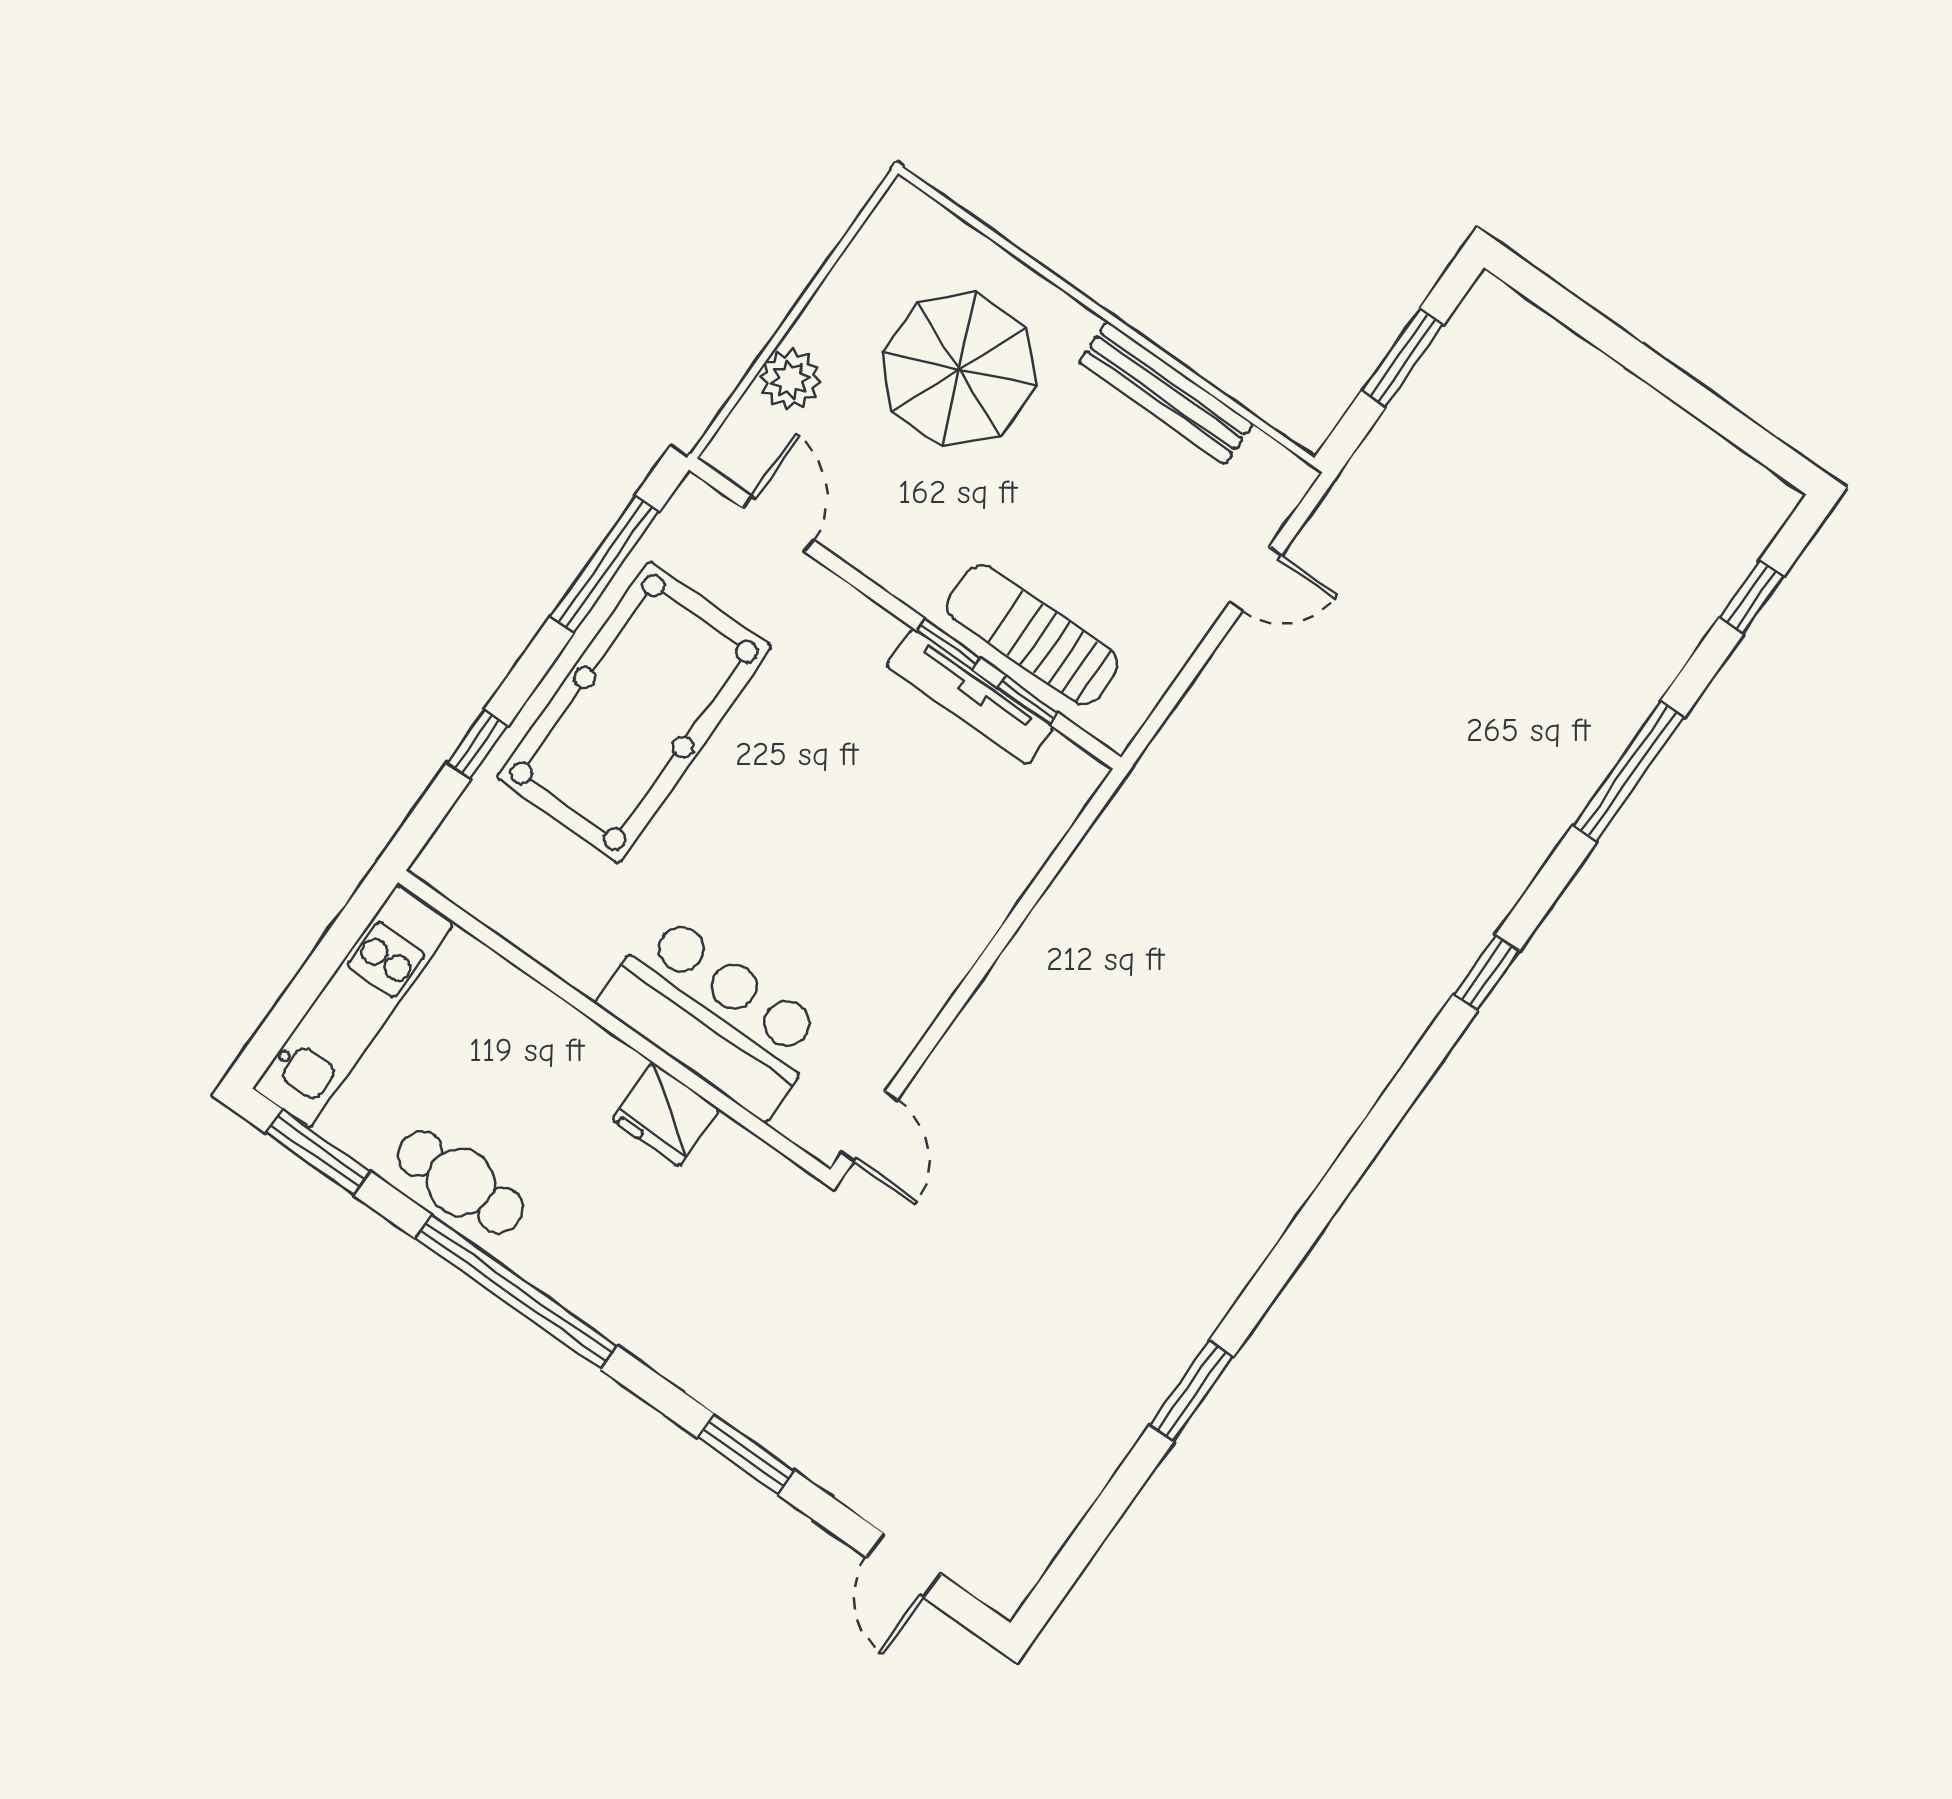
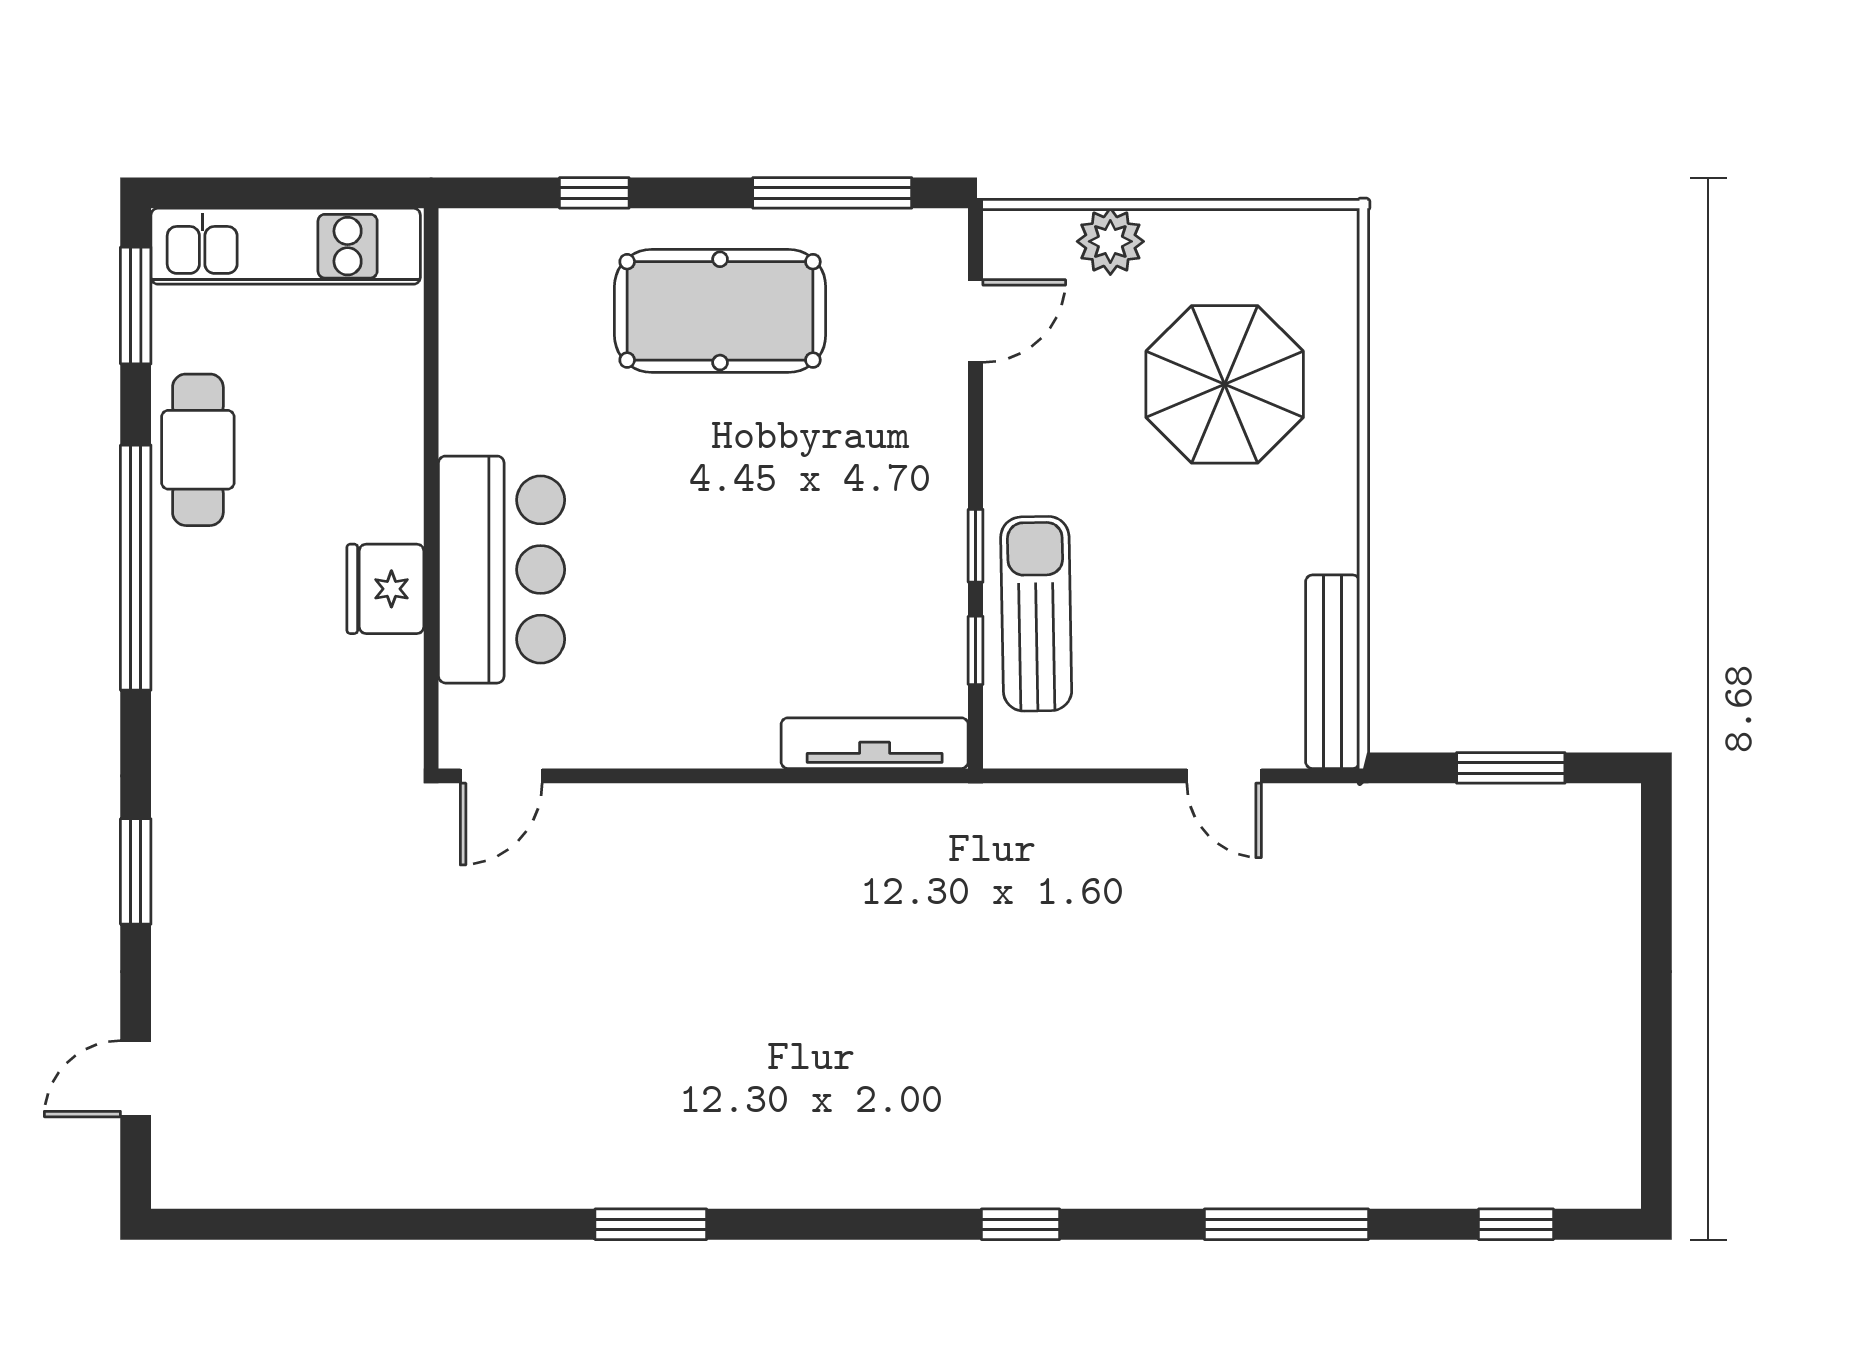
bench: (1166, 393) -> (1333, 672), moved
tv unit: (970, 696) -> (875, 743), moved, turned 90
pool table: (634, 712) -> (720, 311), width x0.73, depth x0.76
window: (1191, 1391) -> (651, 1224), moved

